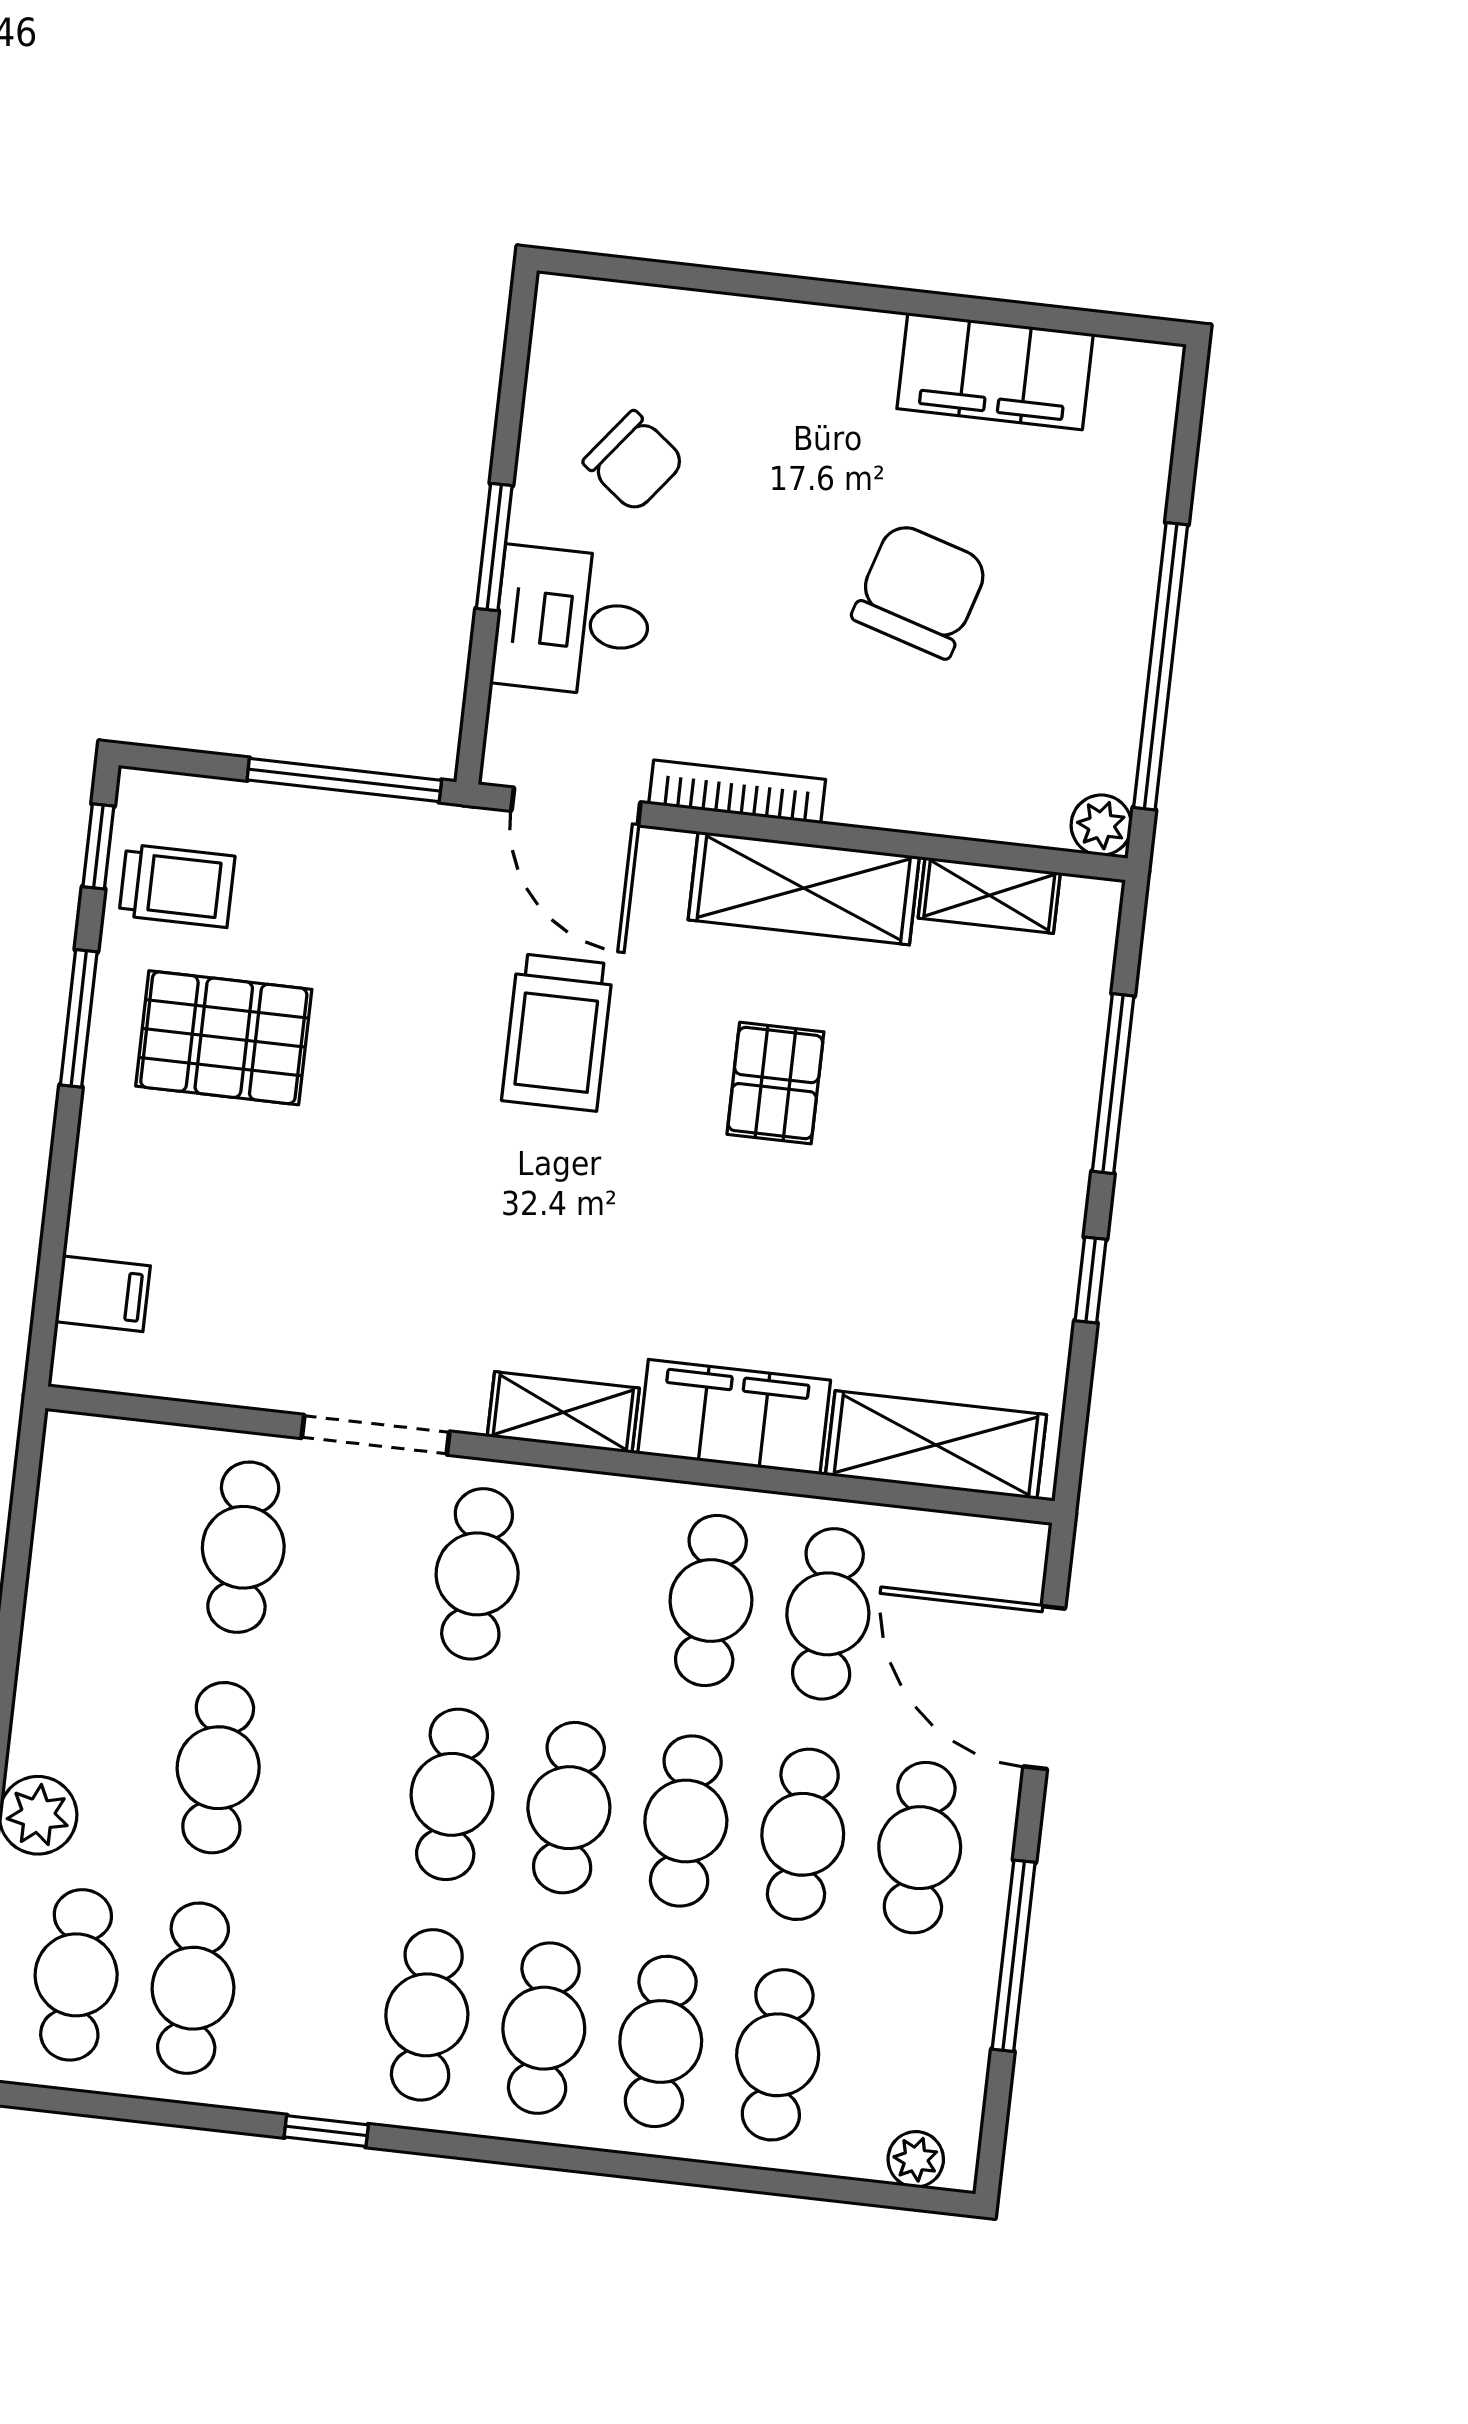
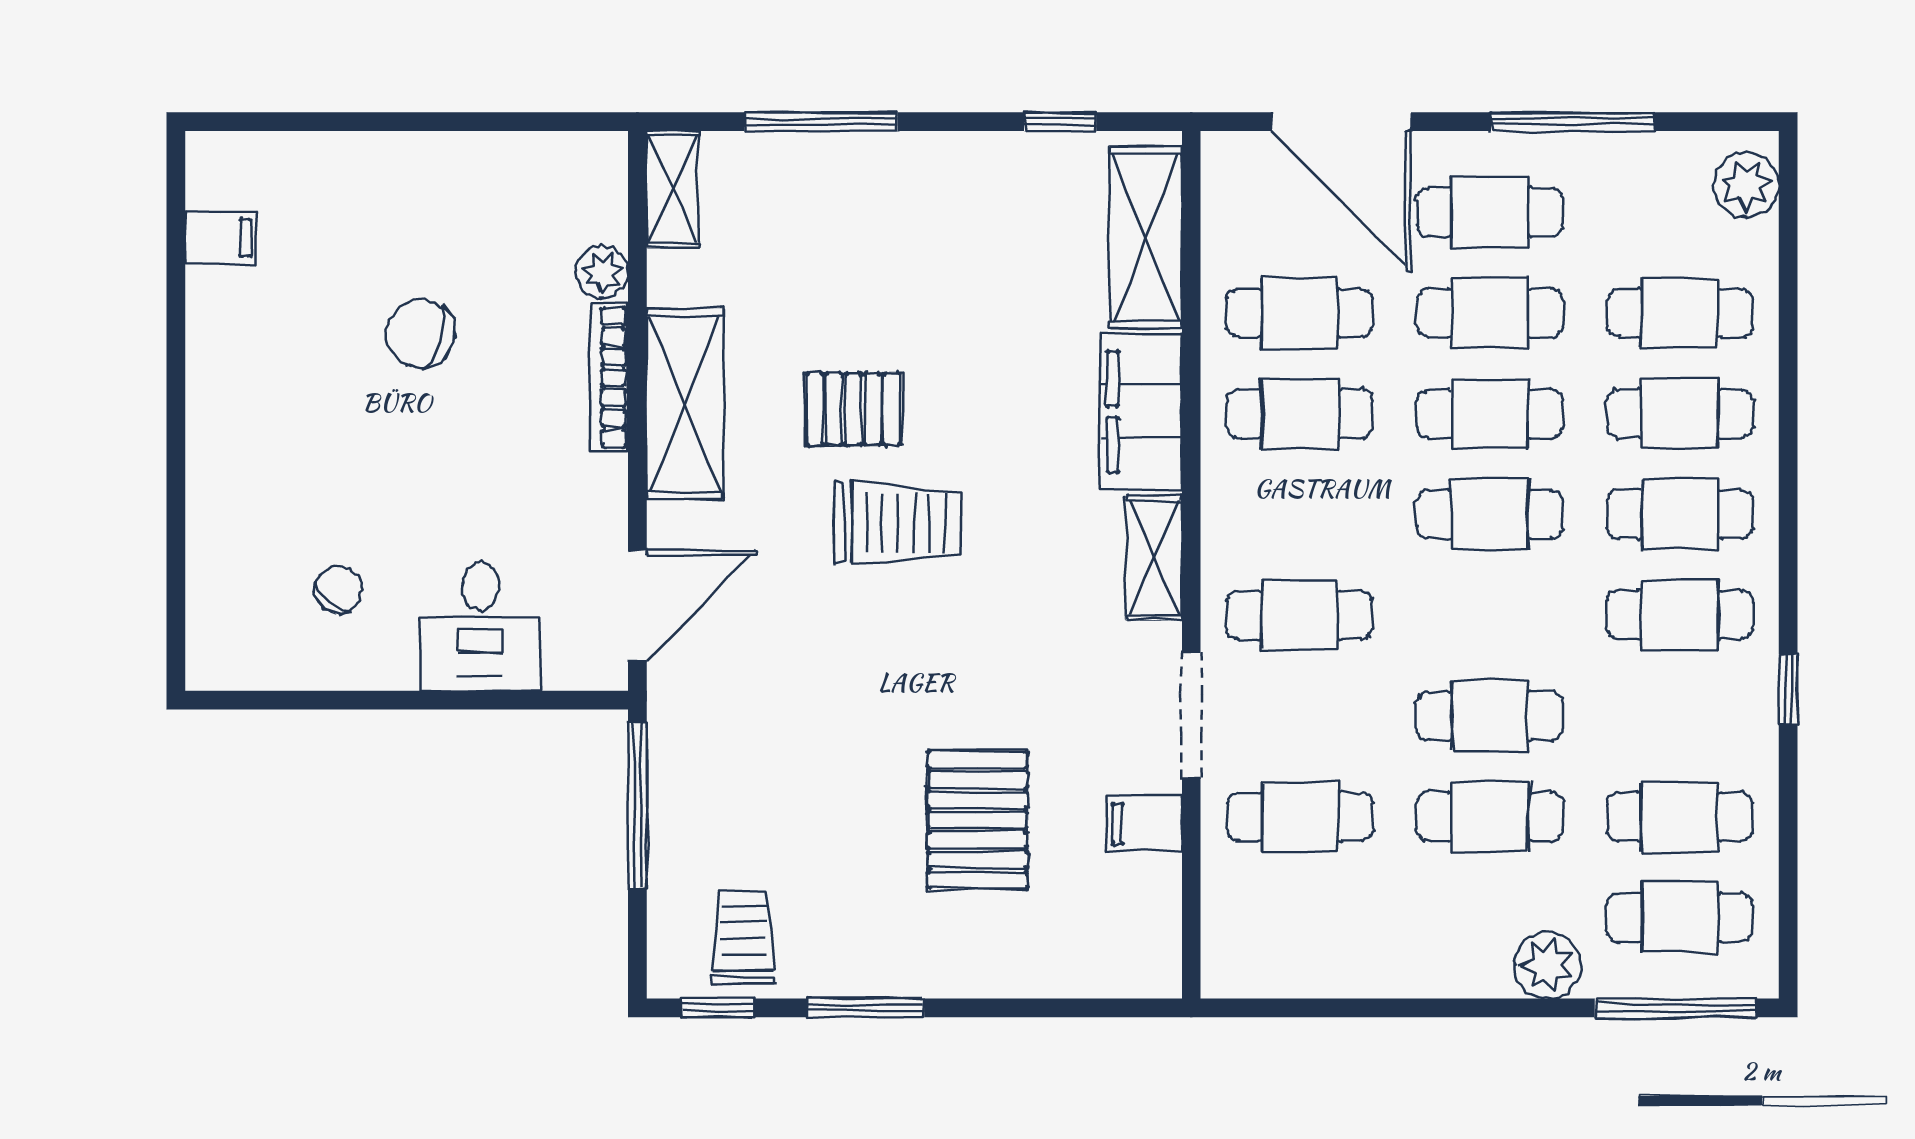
filing cabinet: (995, 371) -> (221, 238), width x0.33, depth x0.86
chair: (634, 461) -> (338, 589), width x0.73, depth x0.73
window: (494, 547) -> (425, 700), removed
chair: (920, 590) -> (420, 333), width x0.73, depth x0.73
window: (1161, 666) -> (461, 122), removed
bookcase: (737, 792) -> (609, 377), moved
plant: (1101, 825) -> (602, 273), moved
shelving: (989, 895) -> (673, 189), moved
trolley: (557, 1032) -> (897, 523), moved
pallet: (224, 1038) -> (978, 820), moved
window: (1091, 1280) -> (1060, 122), moved
filing cabinet: (103, 1294) -> (1144, 824), moved, turned -90
door: (1044, 1688) -> (1341, 122), hinge flipped
cafe table: (452, 1794) -> (1490, 716), moved
plant: (916, 2159) -> (1746, 185), width x1.38, depth x1.38

